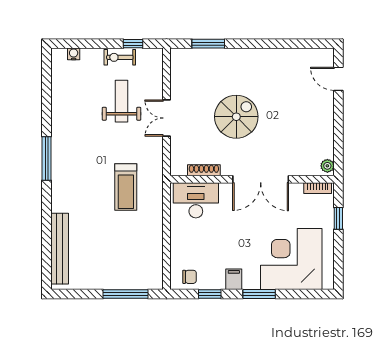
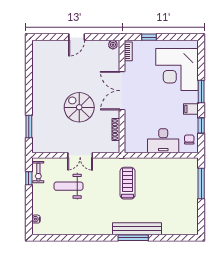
exercise bike: (120, 57) -> (38, 172), moved
door: (338, 79) -> (77, 37), moved
window: (47, 158) -> (133, 238), moved
double door: (261, 179) -> (122, 91), swing flipped
treadmill: (126, 187) -> (128, 183), turned -90
desk: (196, 200) -> (163, 141), moved, turned -90
bench: (60, 249) -> (137, 229), moved

